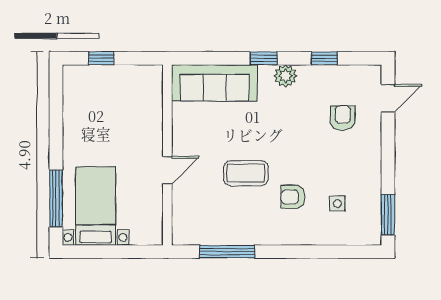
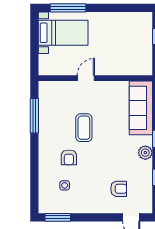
door: (167, 170) -> (86, 78), swing flipped
armchair: (293, 197) -> (69, 157), turned 180

